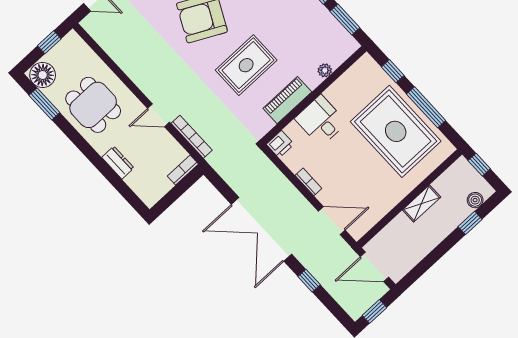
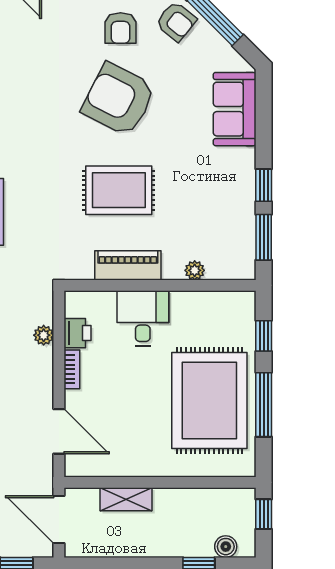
printer: (280, 144) -> (77, 333), moved, turned -90
plant: (277, 178) -> (44, 335), added
shelving: (422, 204) -> (126, 499), moved

